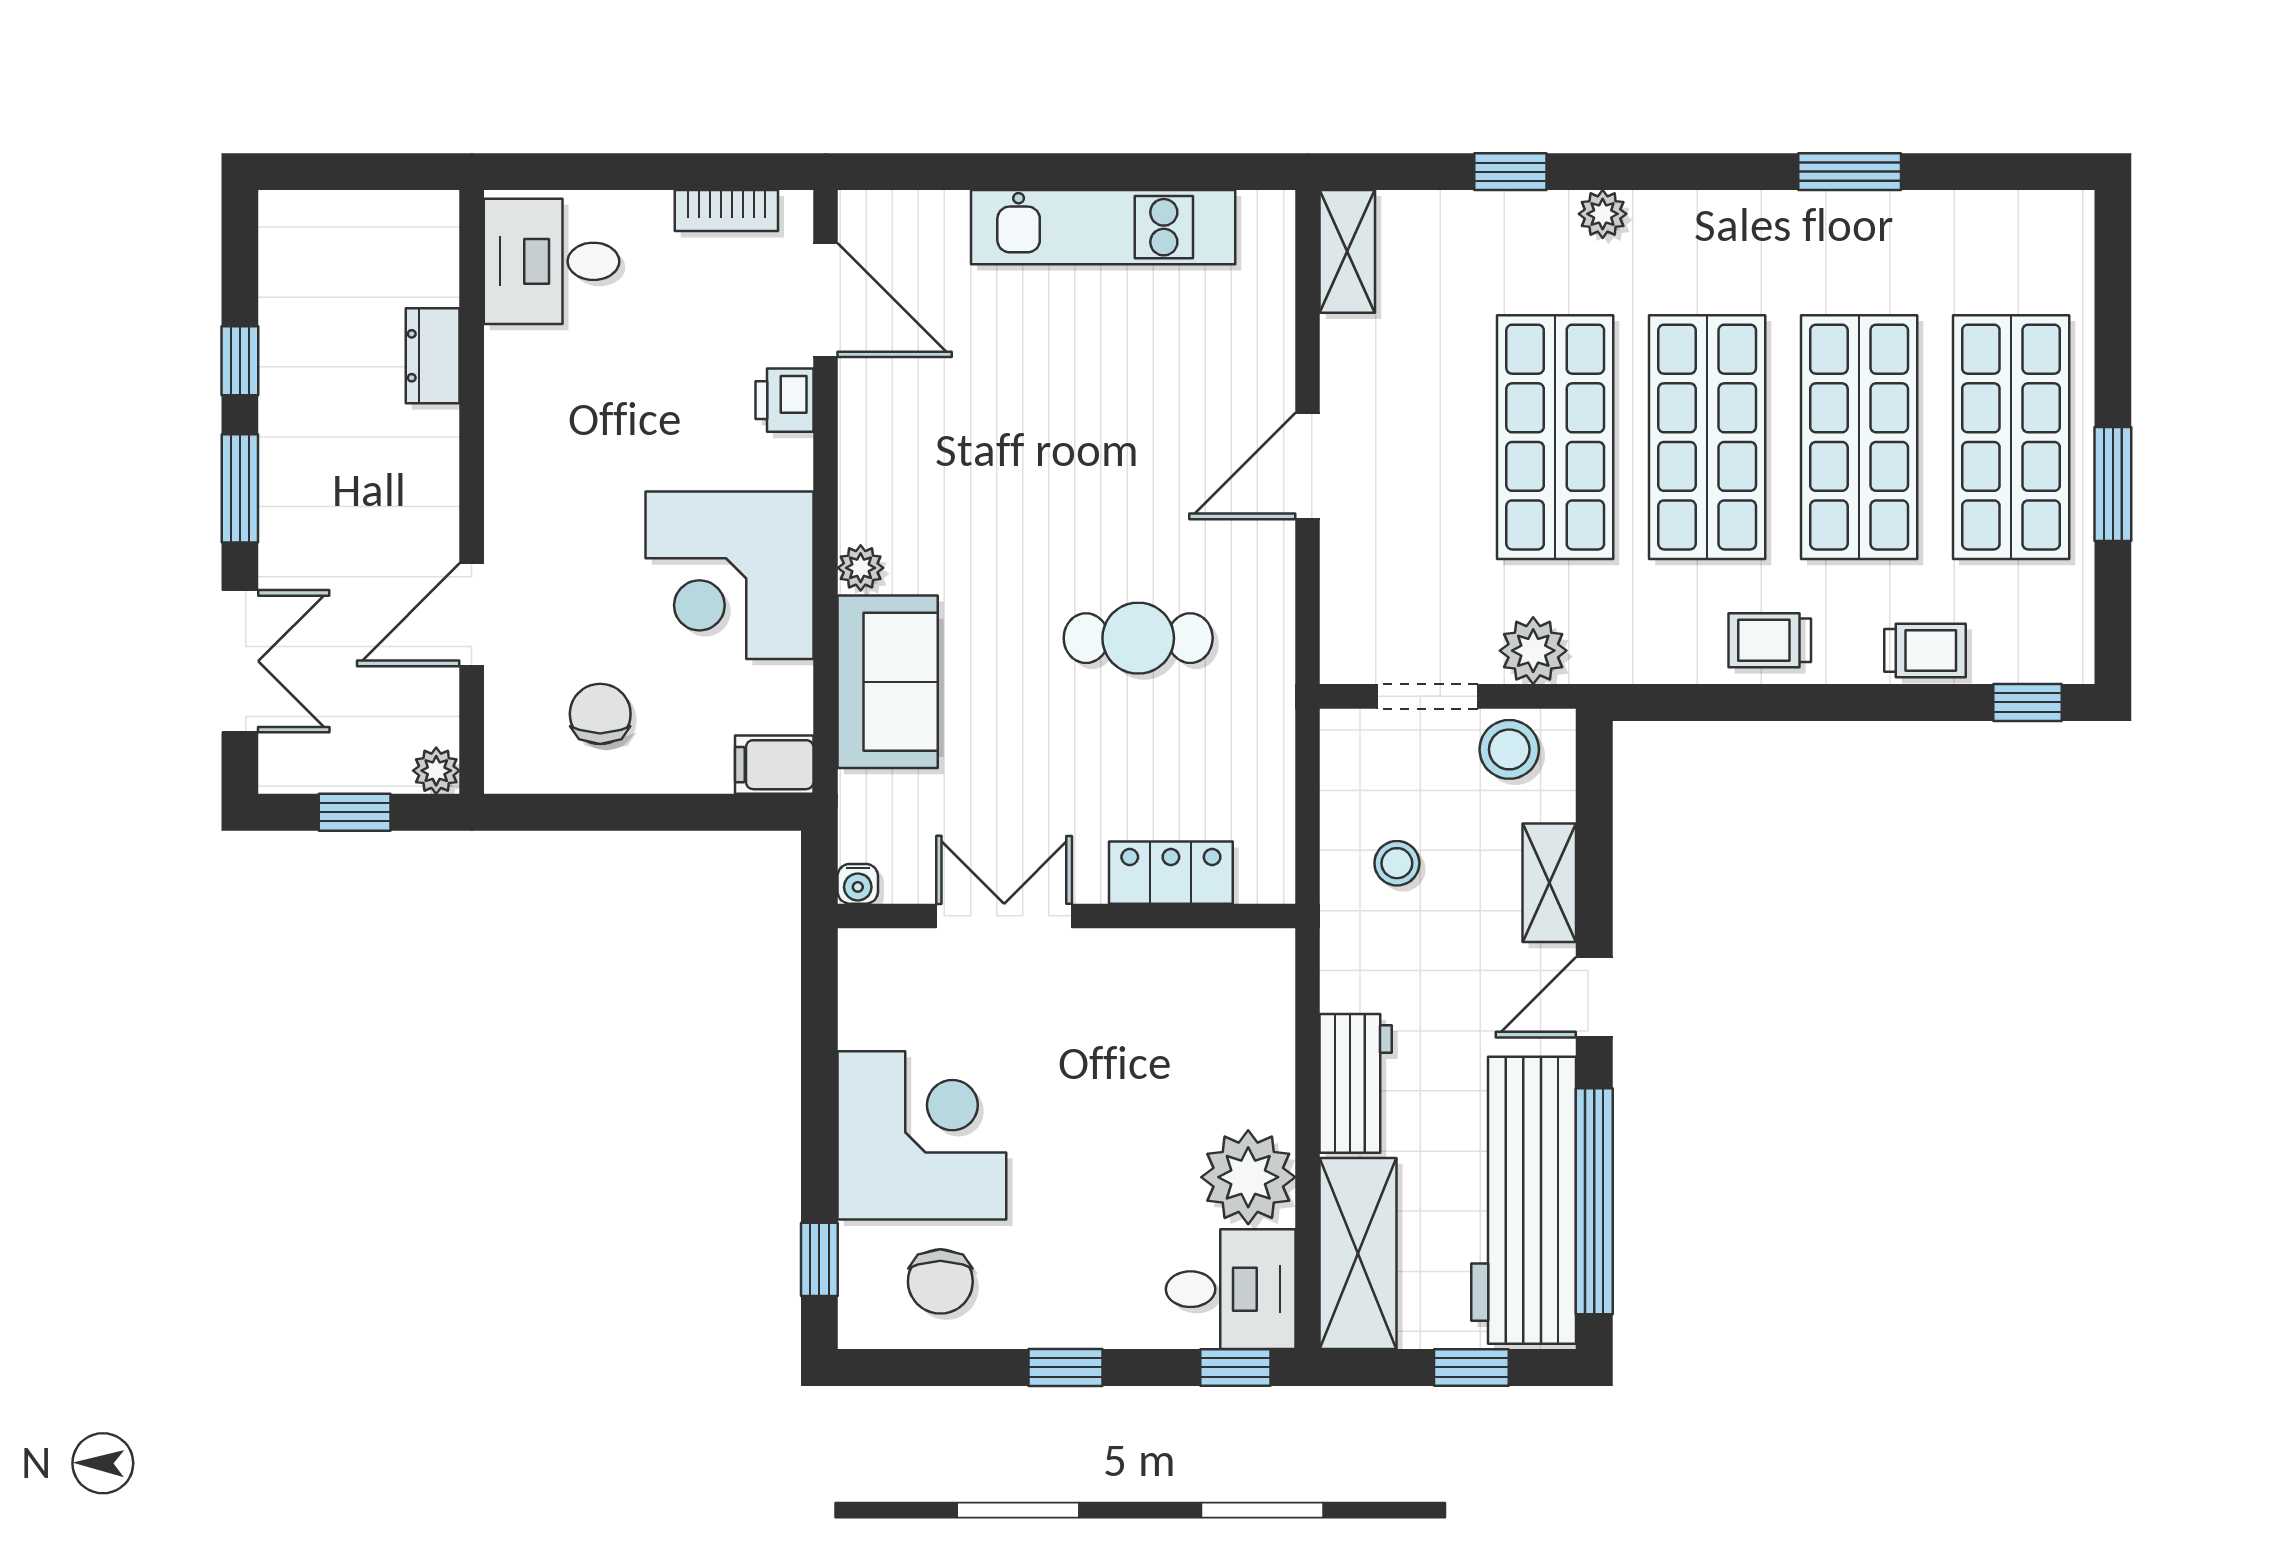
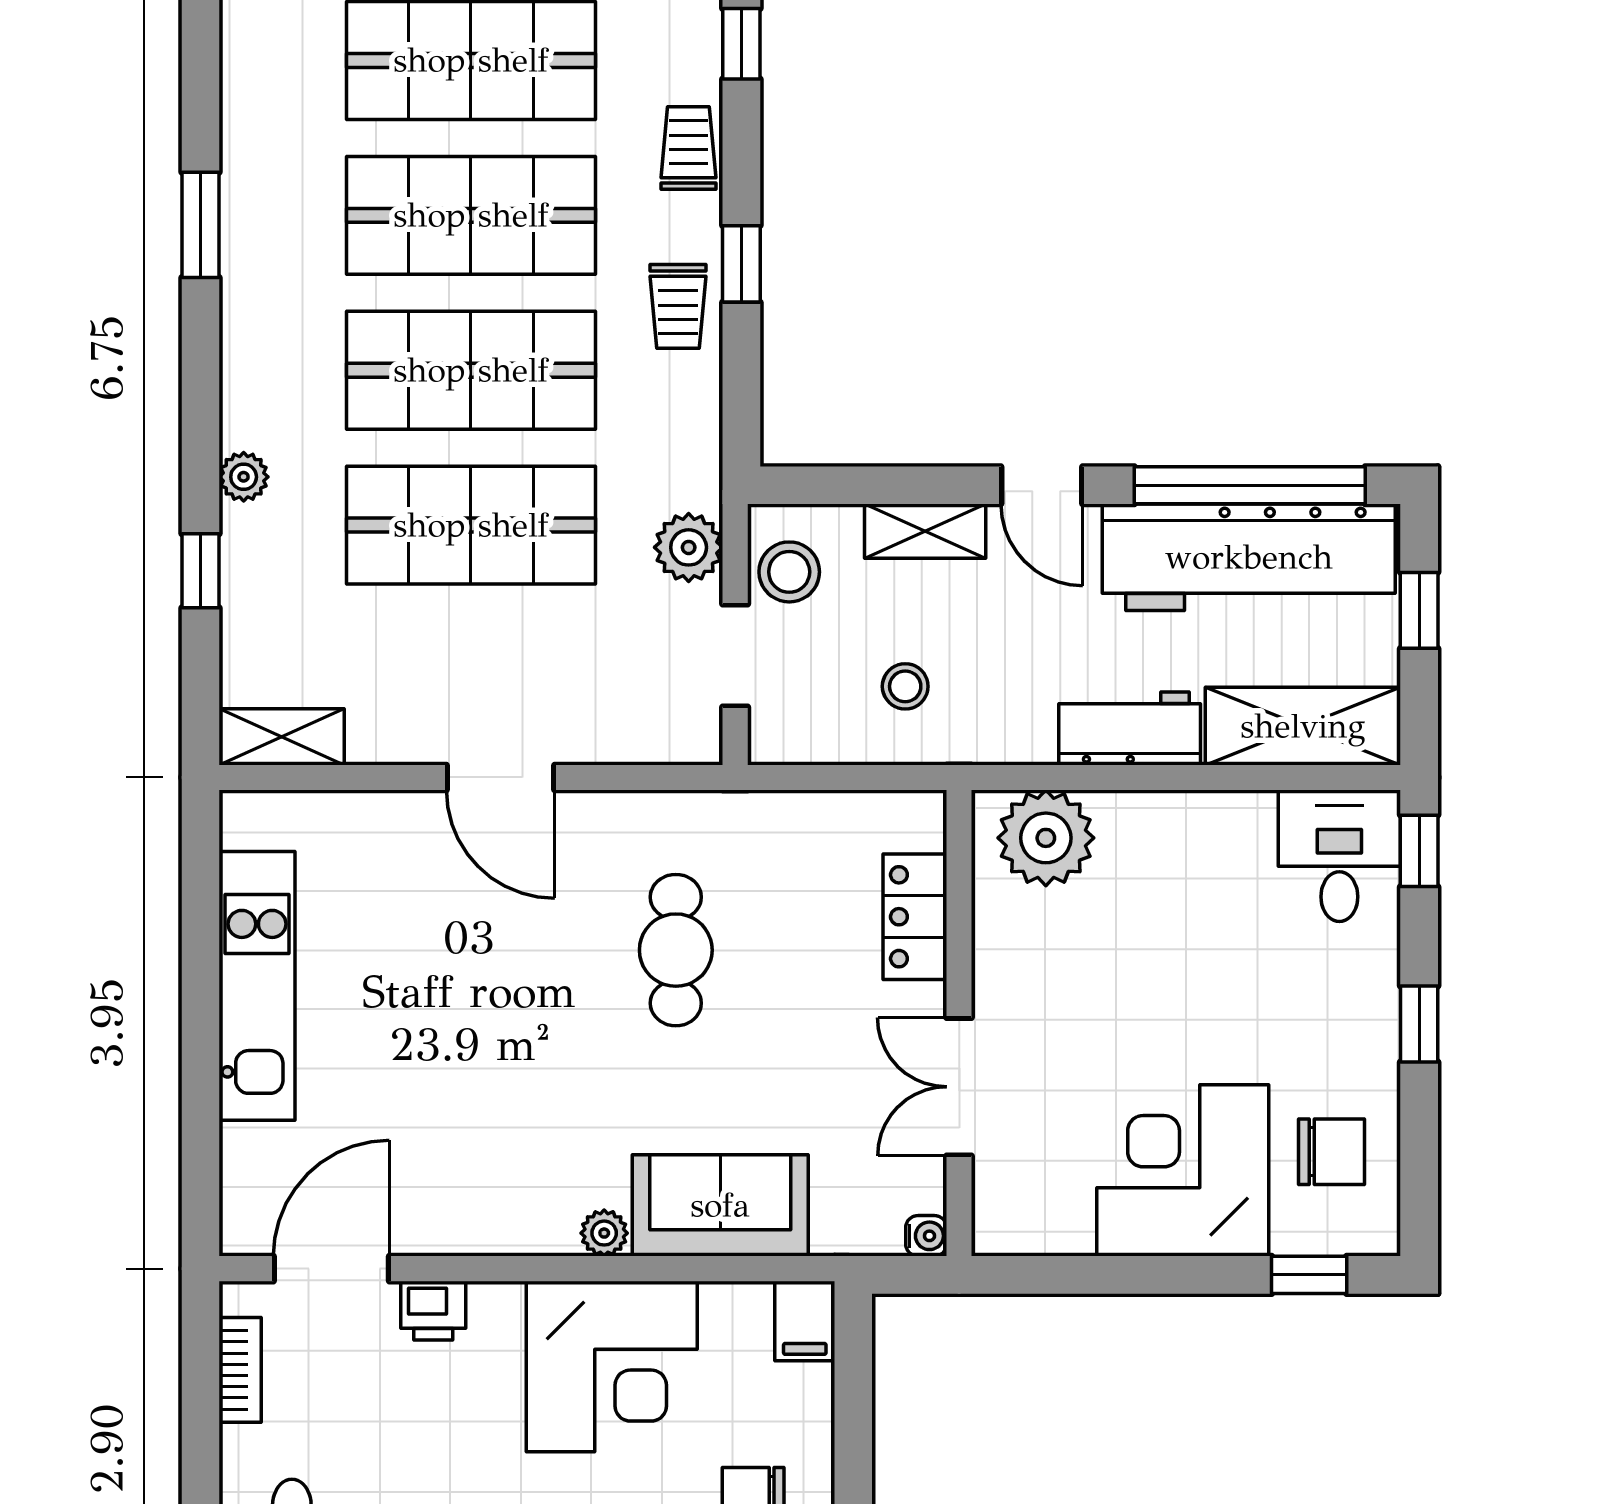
window: (1812, 702) -> (741, 264), added
plant: (1248, 1177) -> (1046, 838), moved

